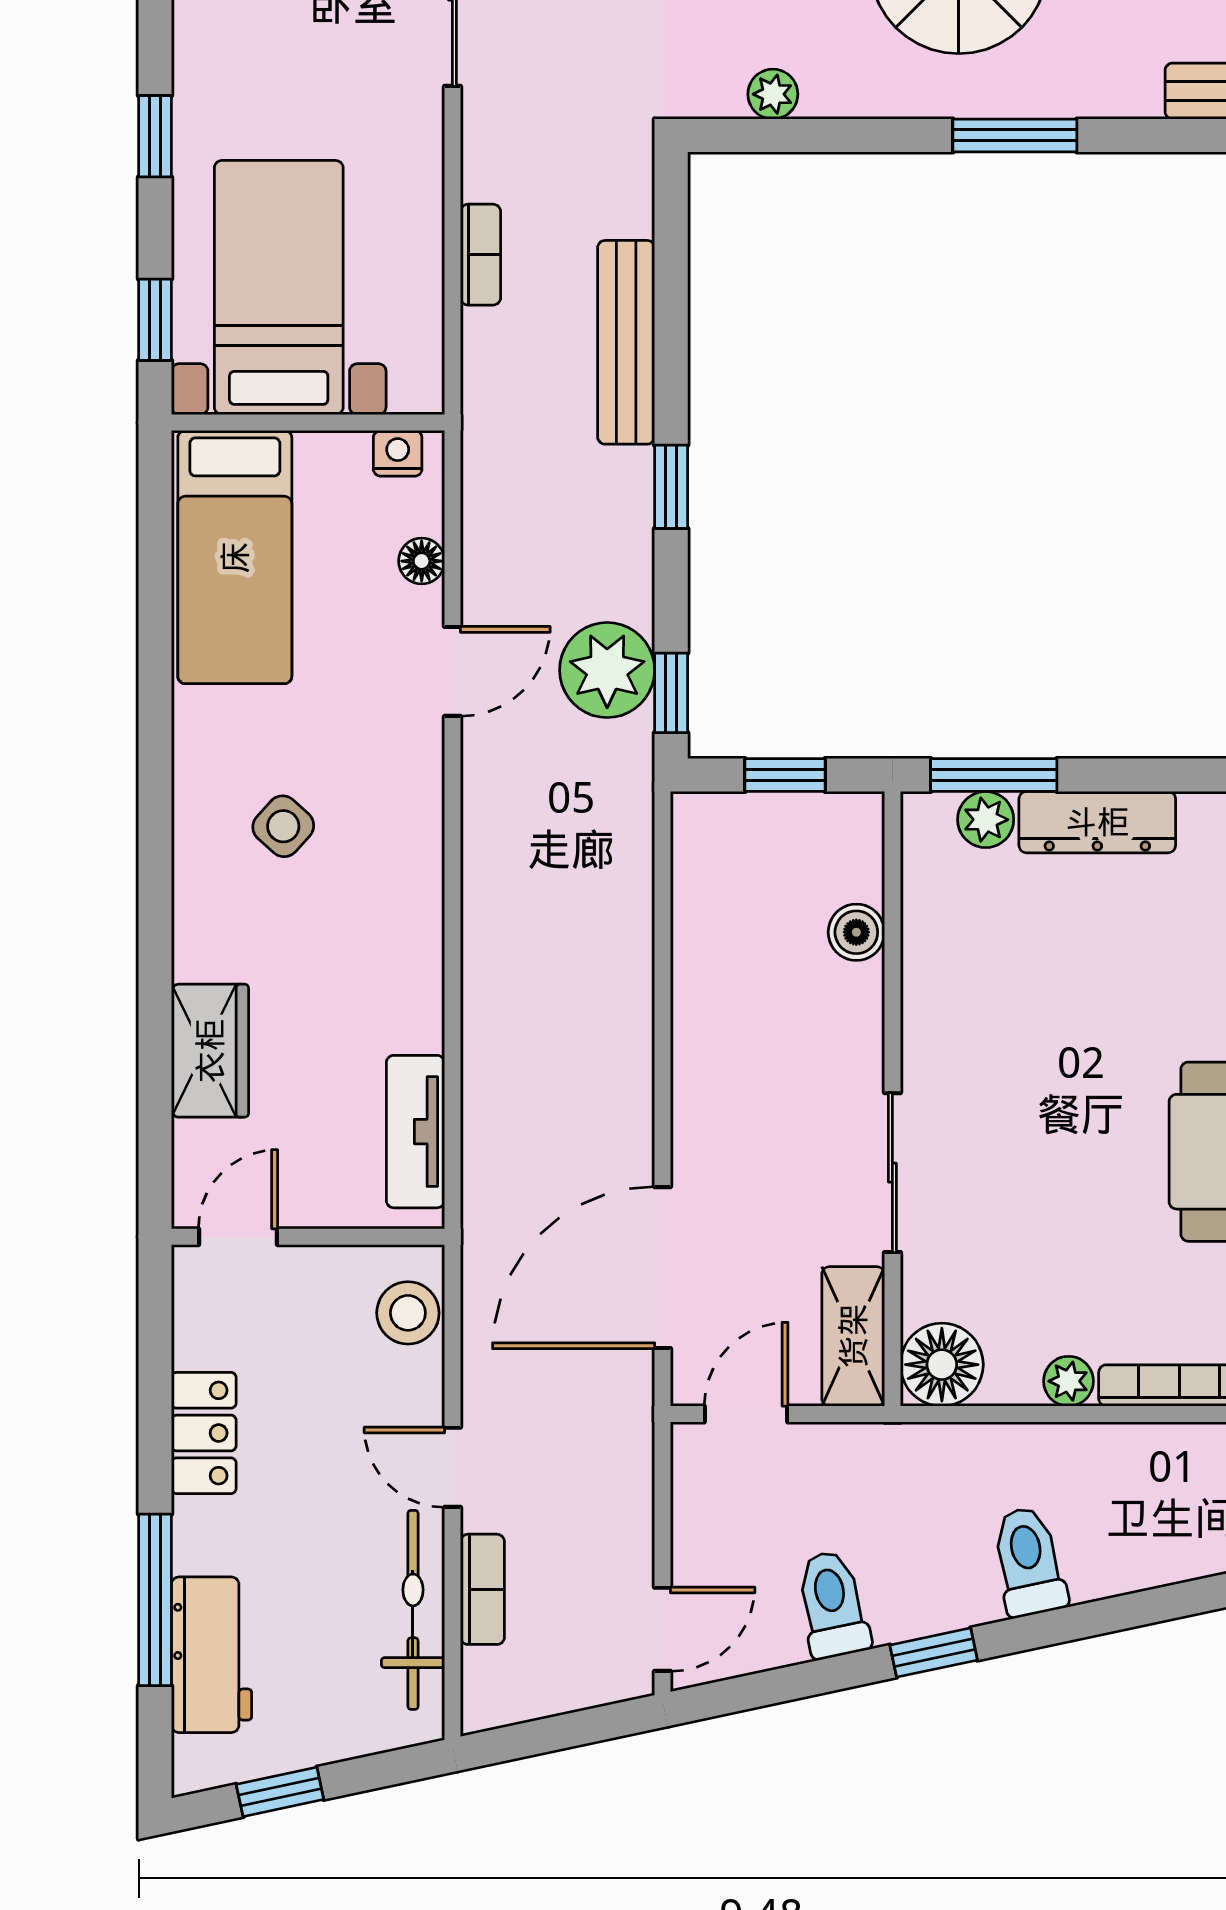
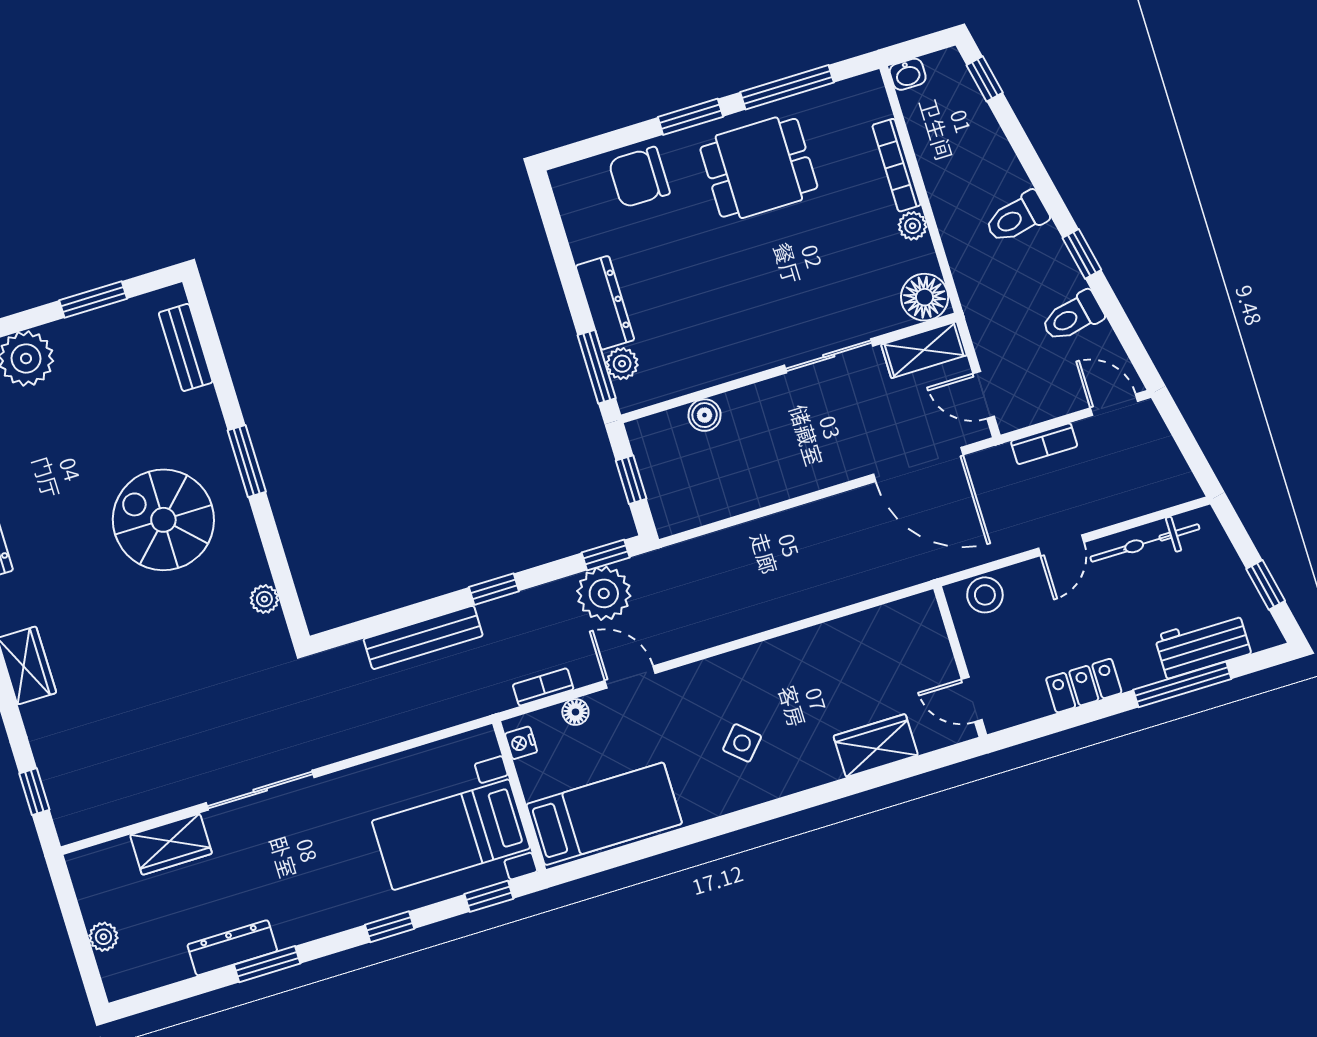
bookcase: (480, 255) -> (543, 687), moved
tv unit: (415, 1132) -> (885, 621), removed
bookcase: (482, 1589) -> (1044, 444), moved, turned 180

